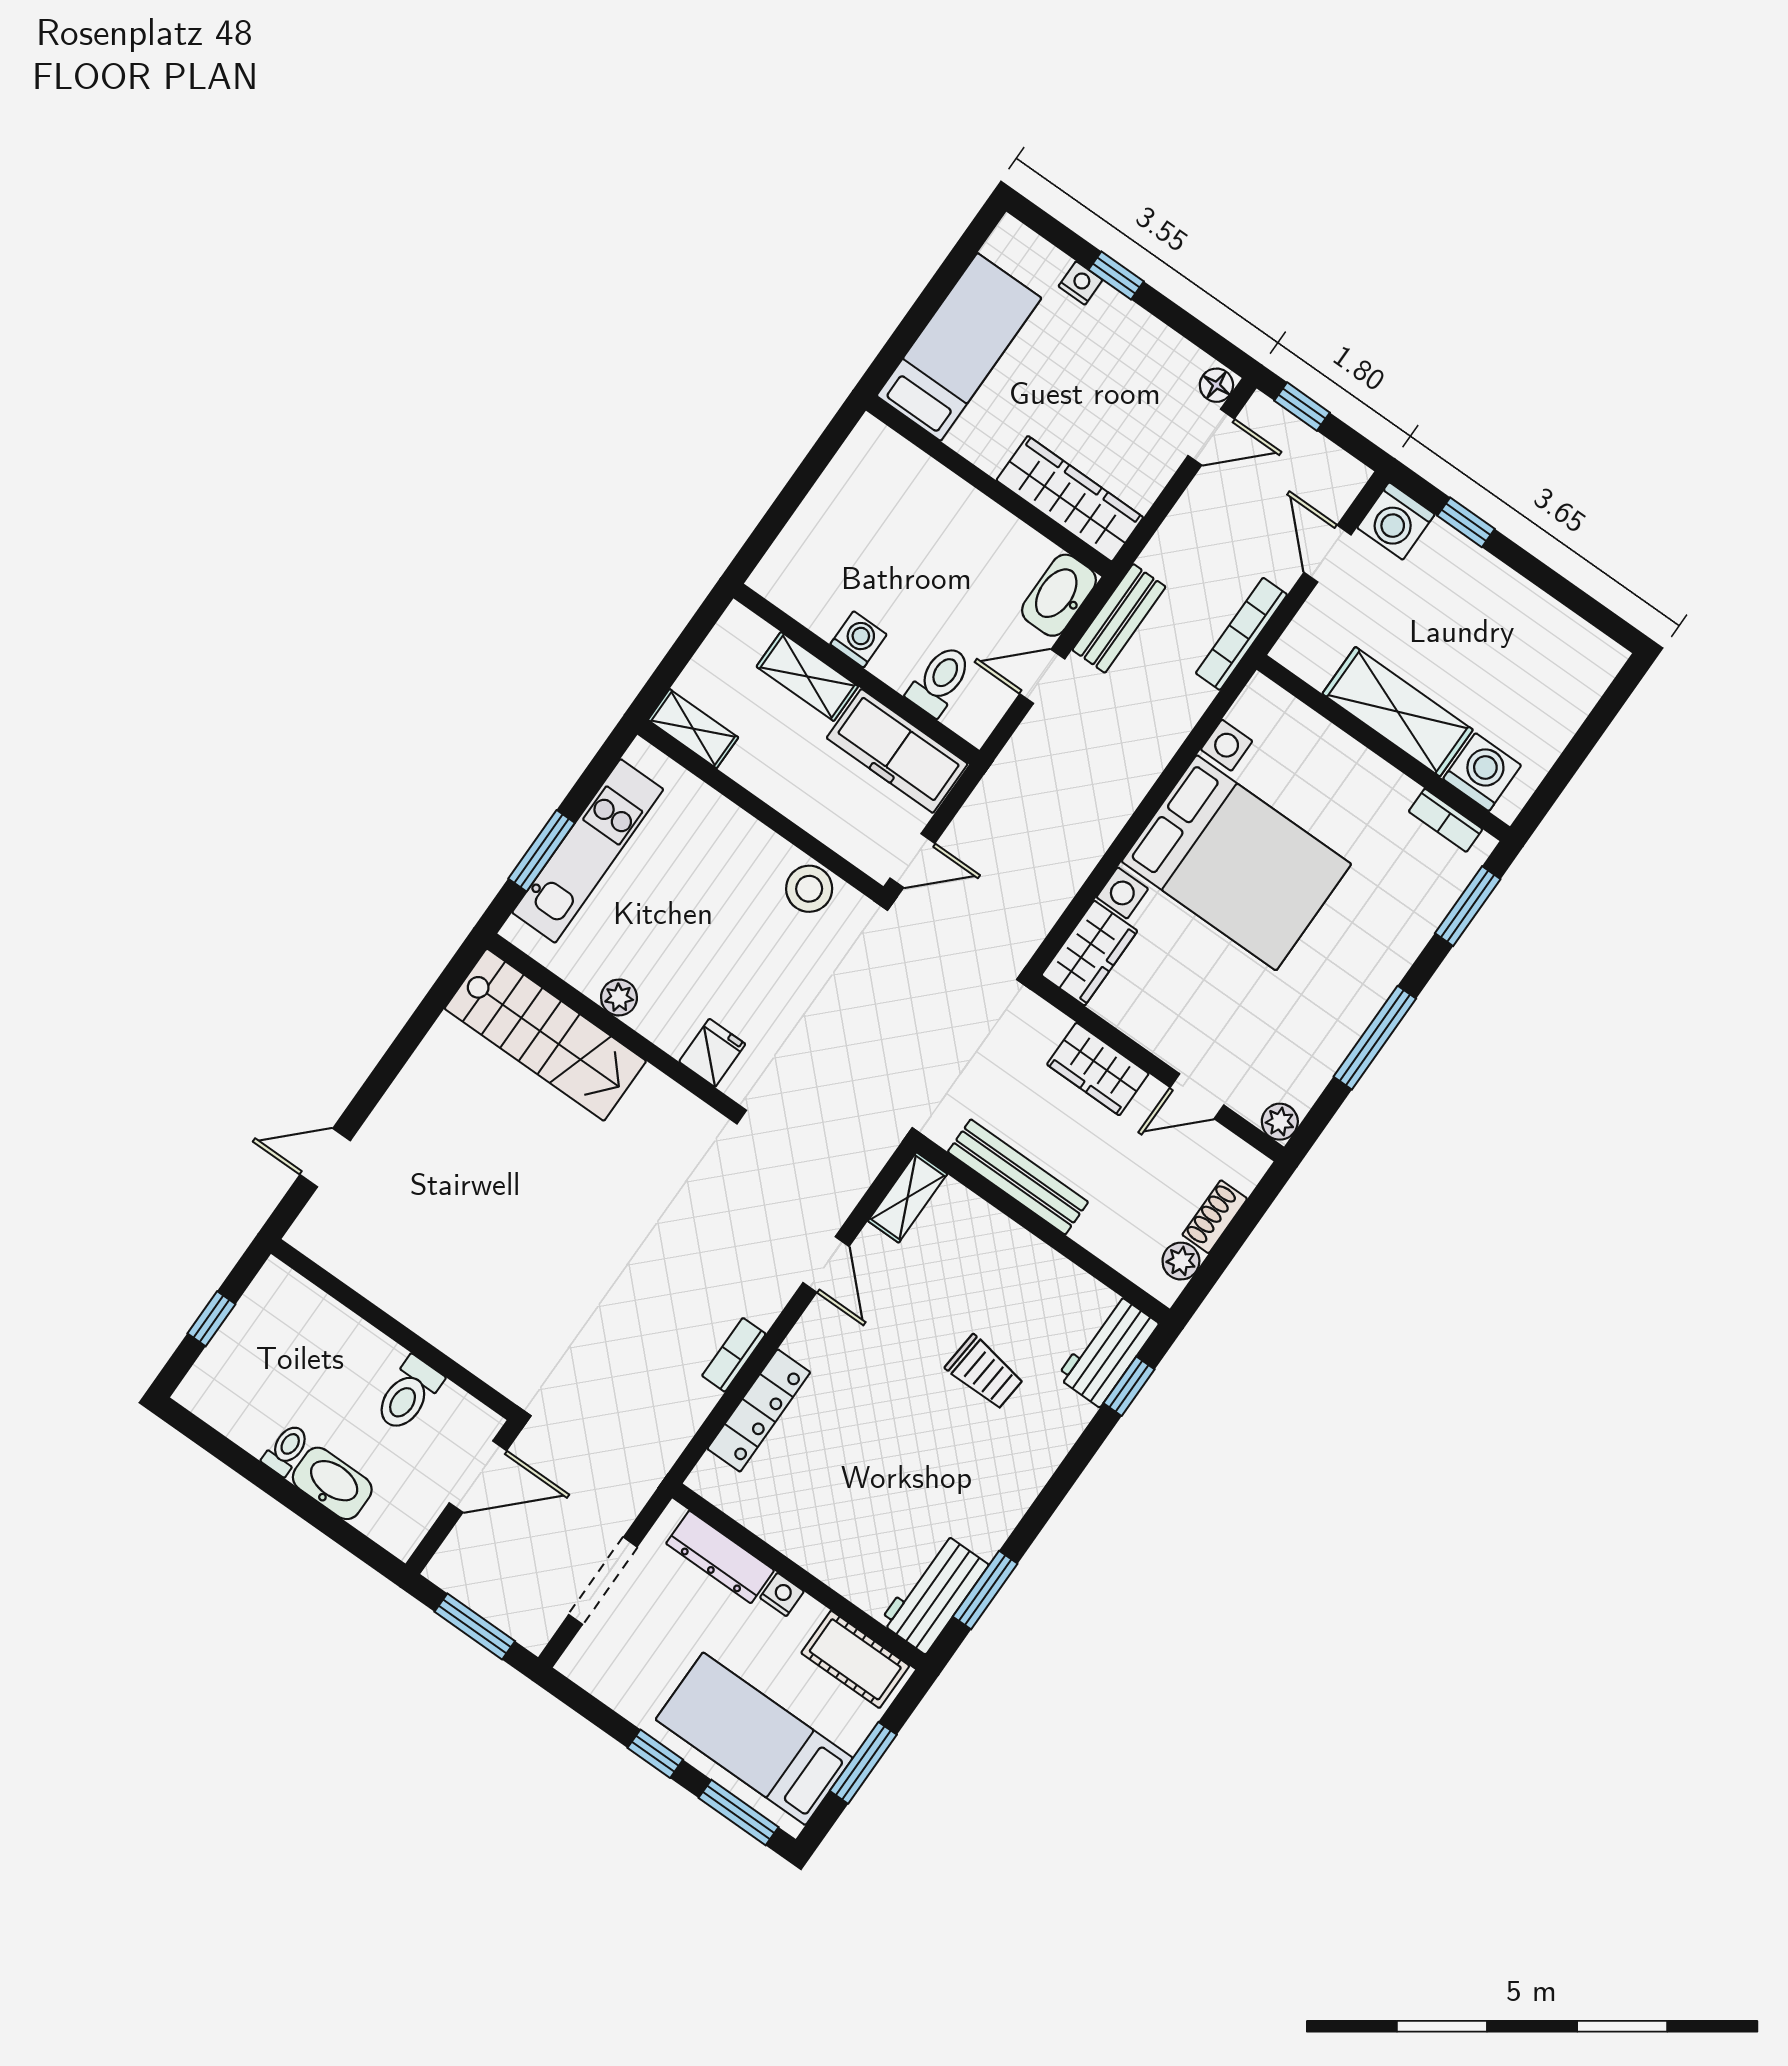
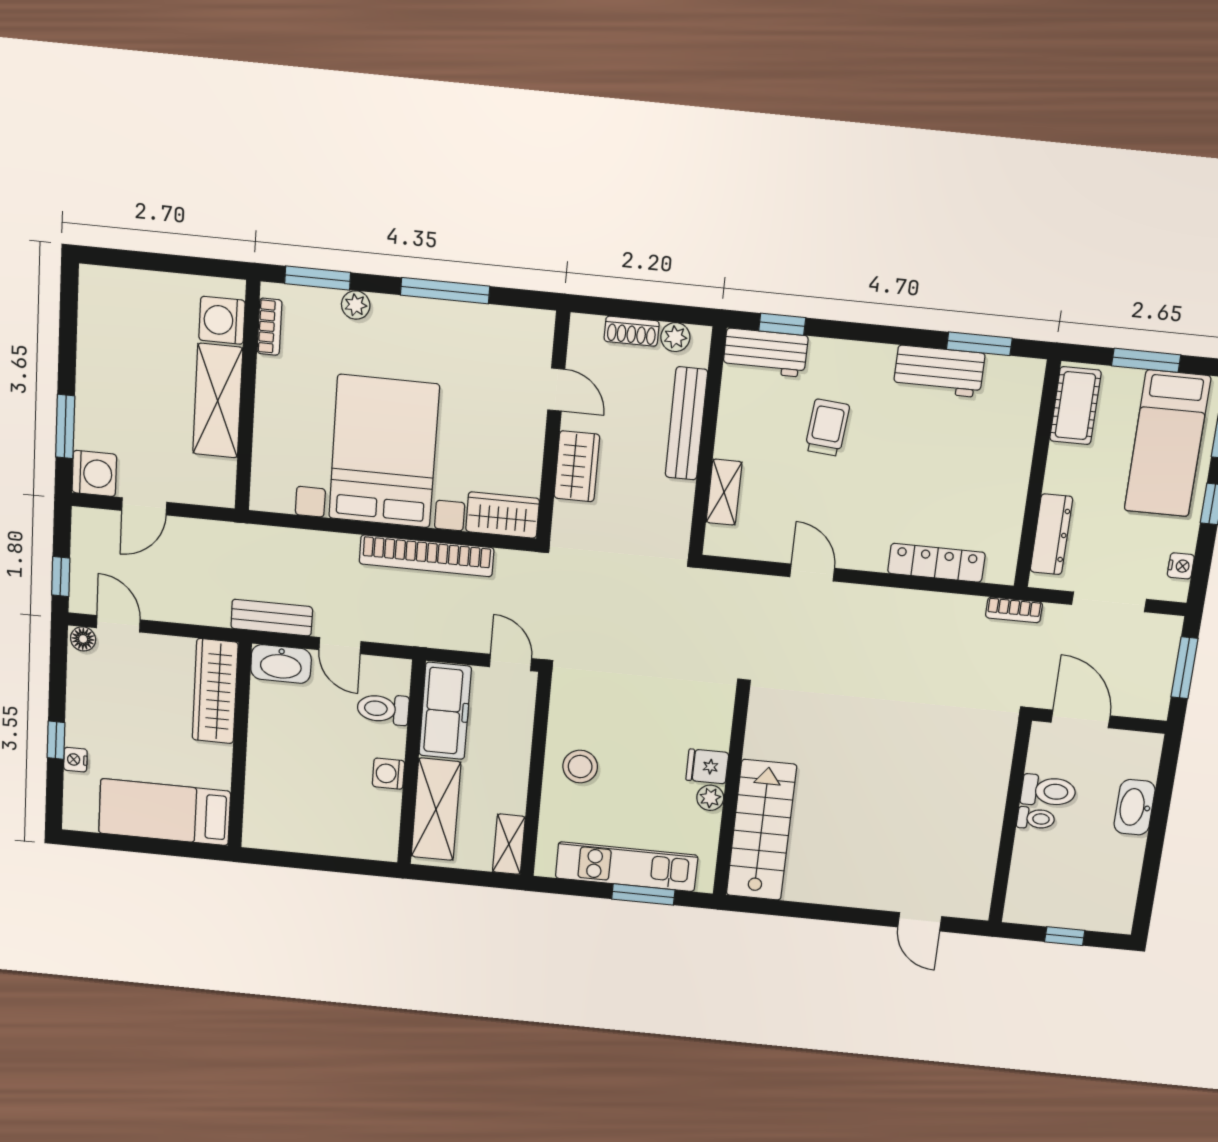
window: (1466, 522) -> (65, 426), width x1.50
bookcase: (1241, 634) -> (427, 556), moved, width x1.48, depth x1.31
shelving: (807, 677) -> (436, 809), width x1.50, depth x1.33
stool: (809, 889) -> (580, 767), moved
fridge: (712, 1053) -> (707, 766), moved
plant: (1280, 1122) -> (356, 305), moved
bench: (1018, 1177) -> (686, 424), moved
shelving: (908, 1197) -> (724, 492), moved, turned 90
door: (826, 1264) -> (812, 572), hinge flipped
bookcase: (734, 1355) -> (1014, 610), moved
toilet: (286, 1450) -> (1036, 819), moved, turned 180
workbench: (934, 1593) -> (939, 371), moved
nightstand: (782, 1595) -> (1181, 566), moved, turned 180

